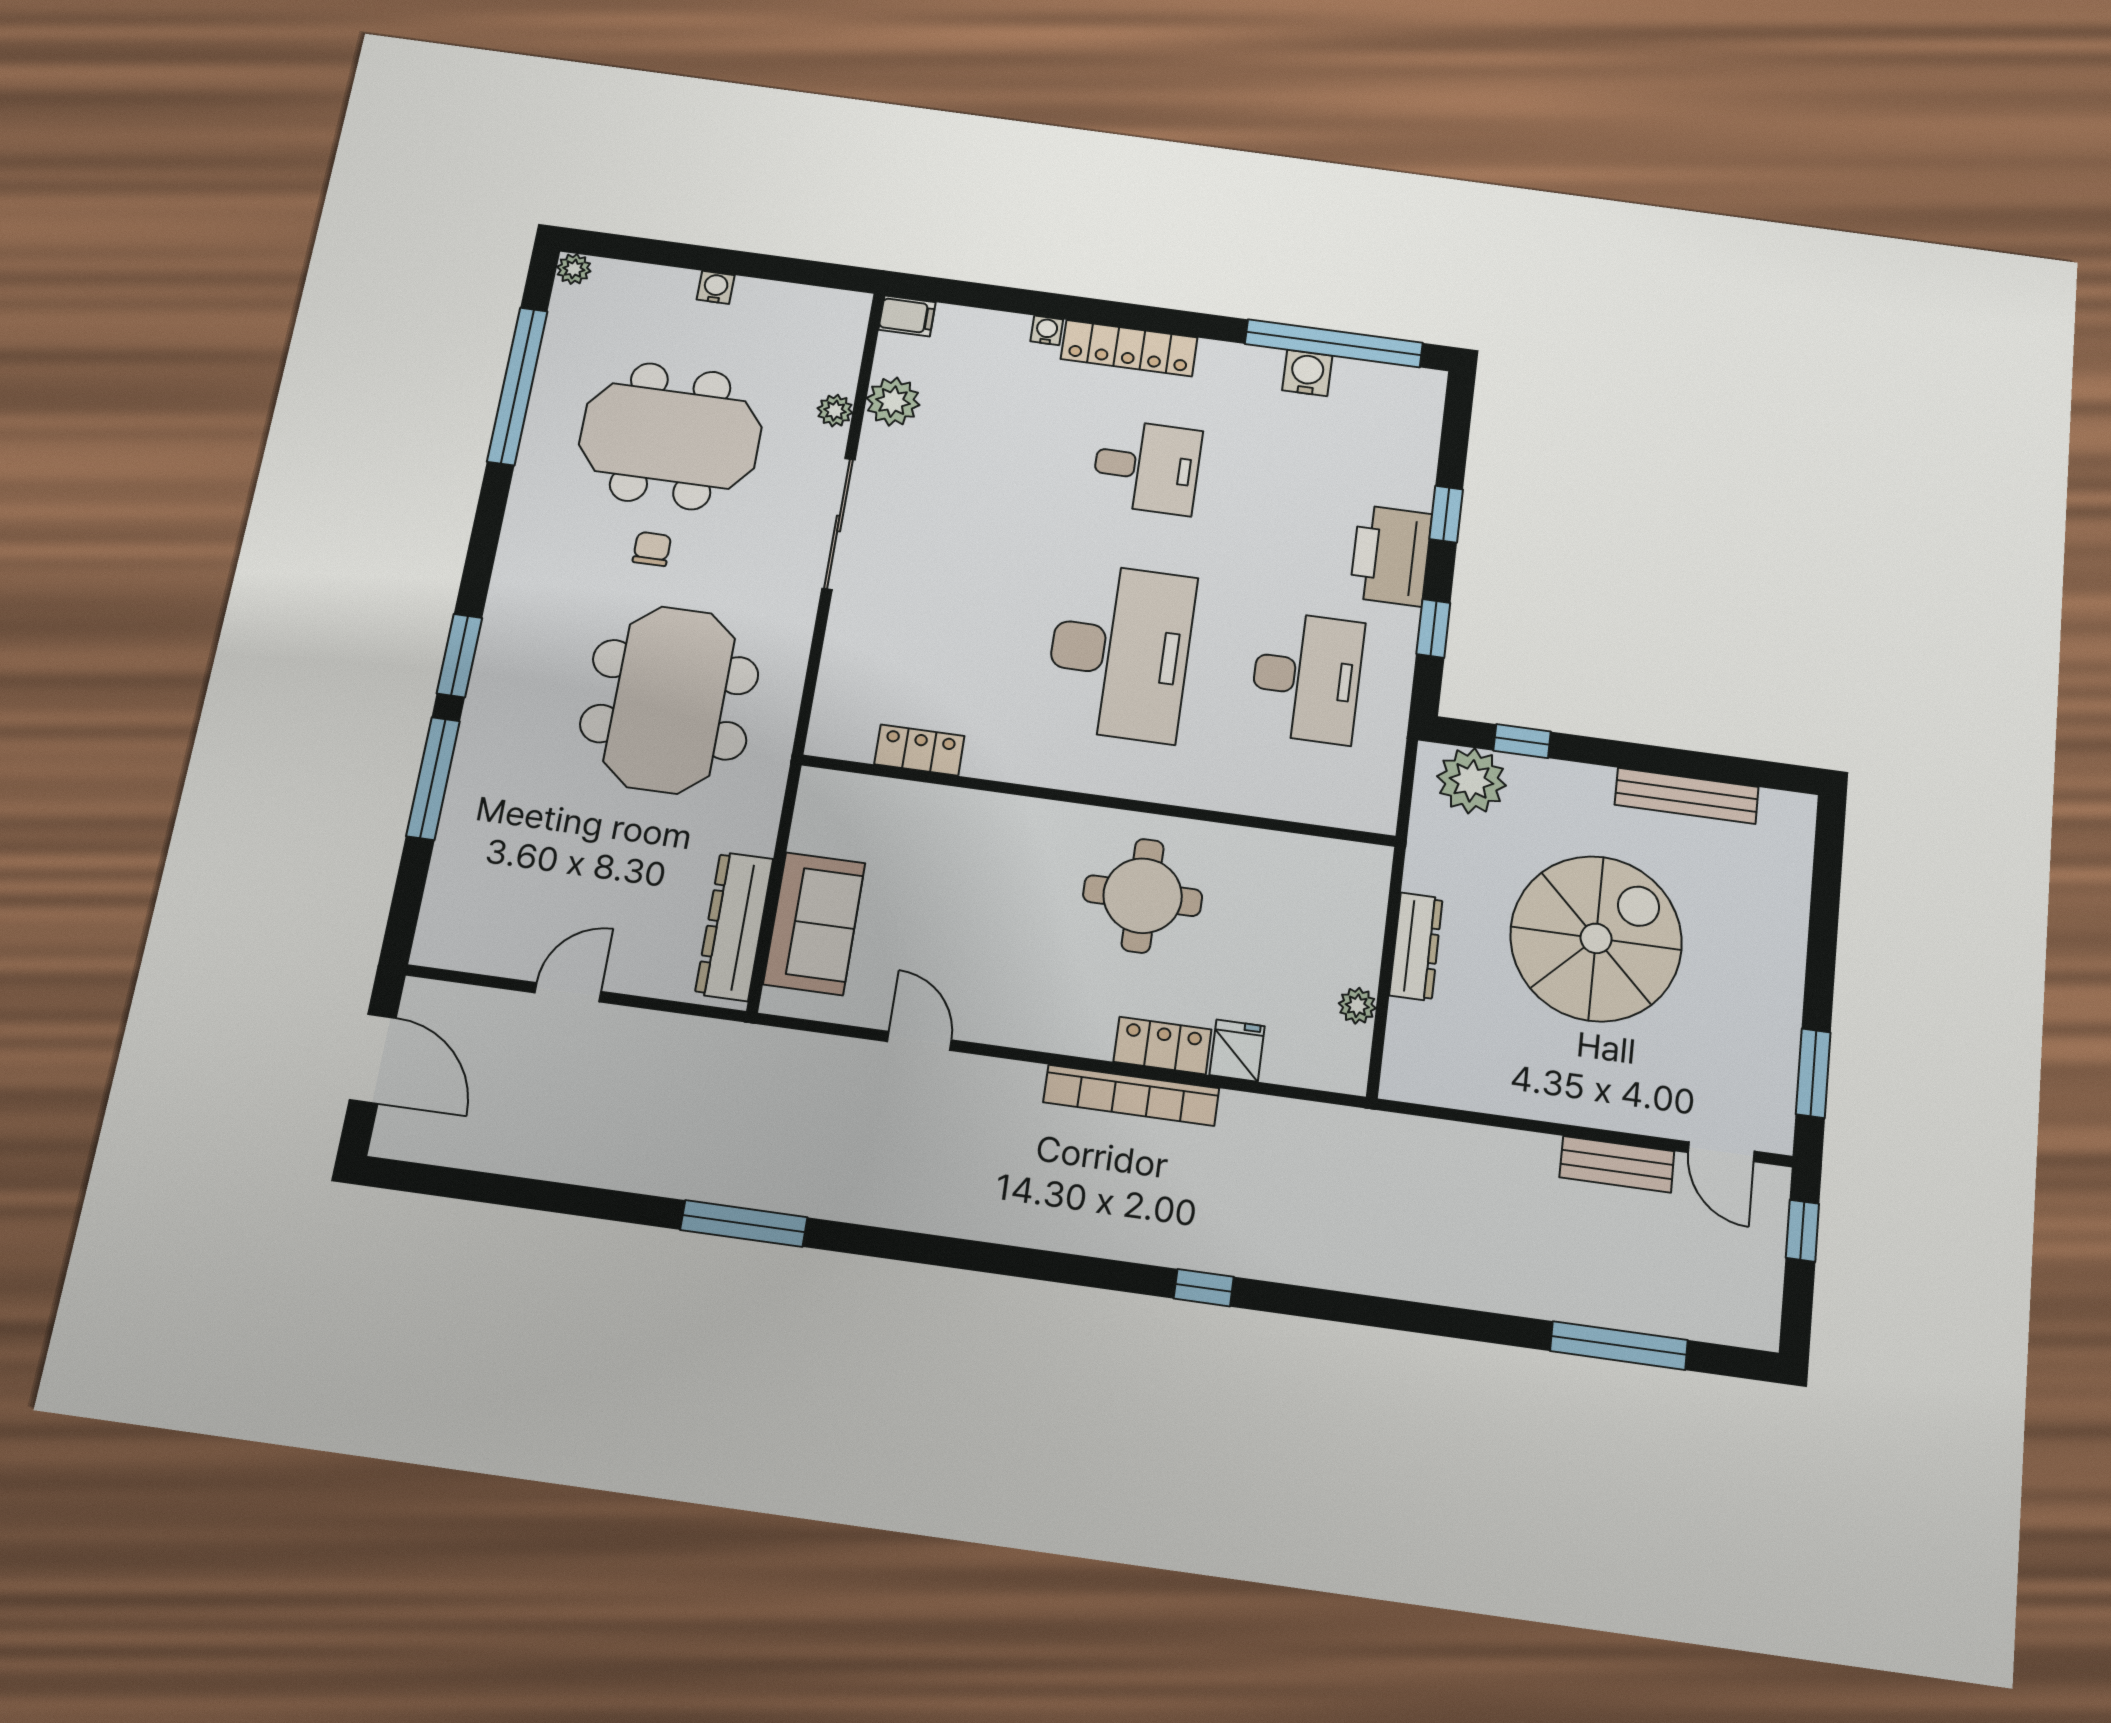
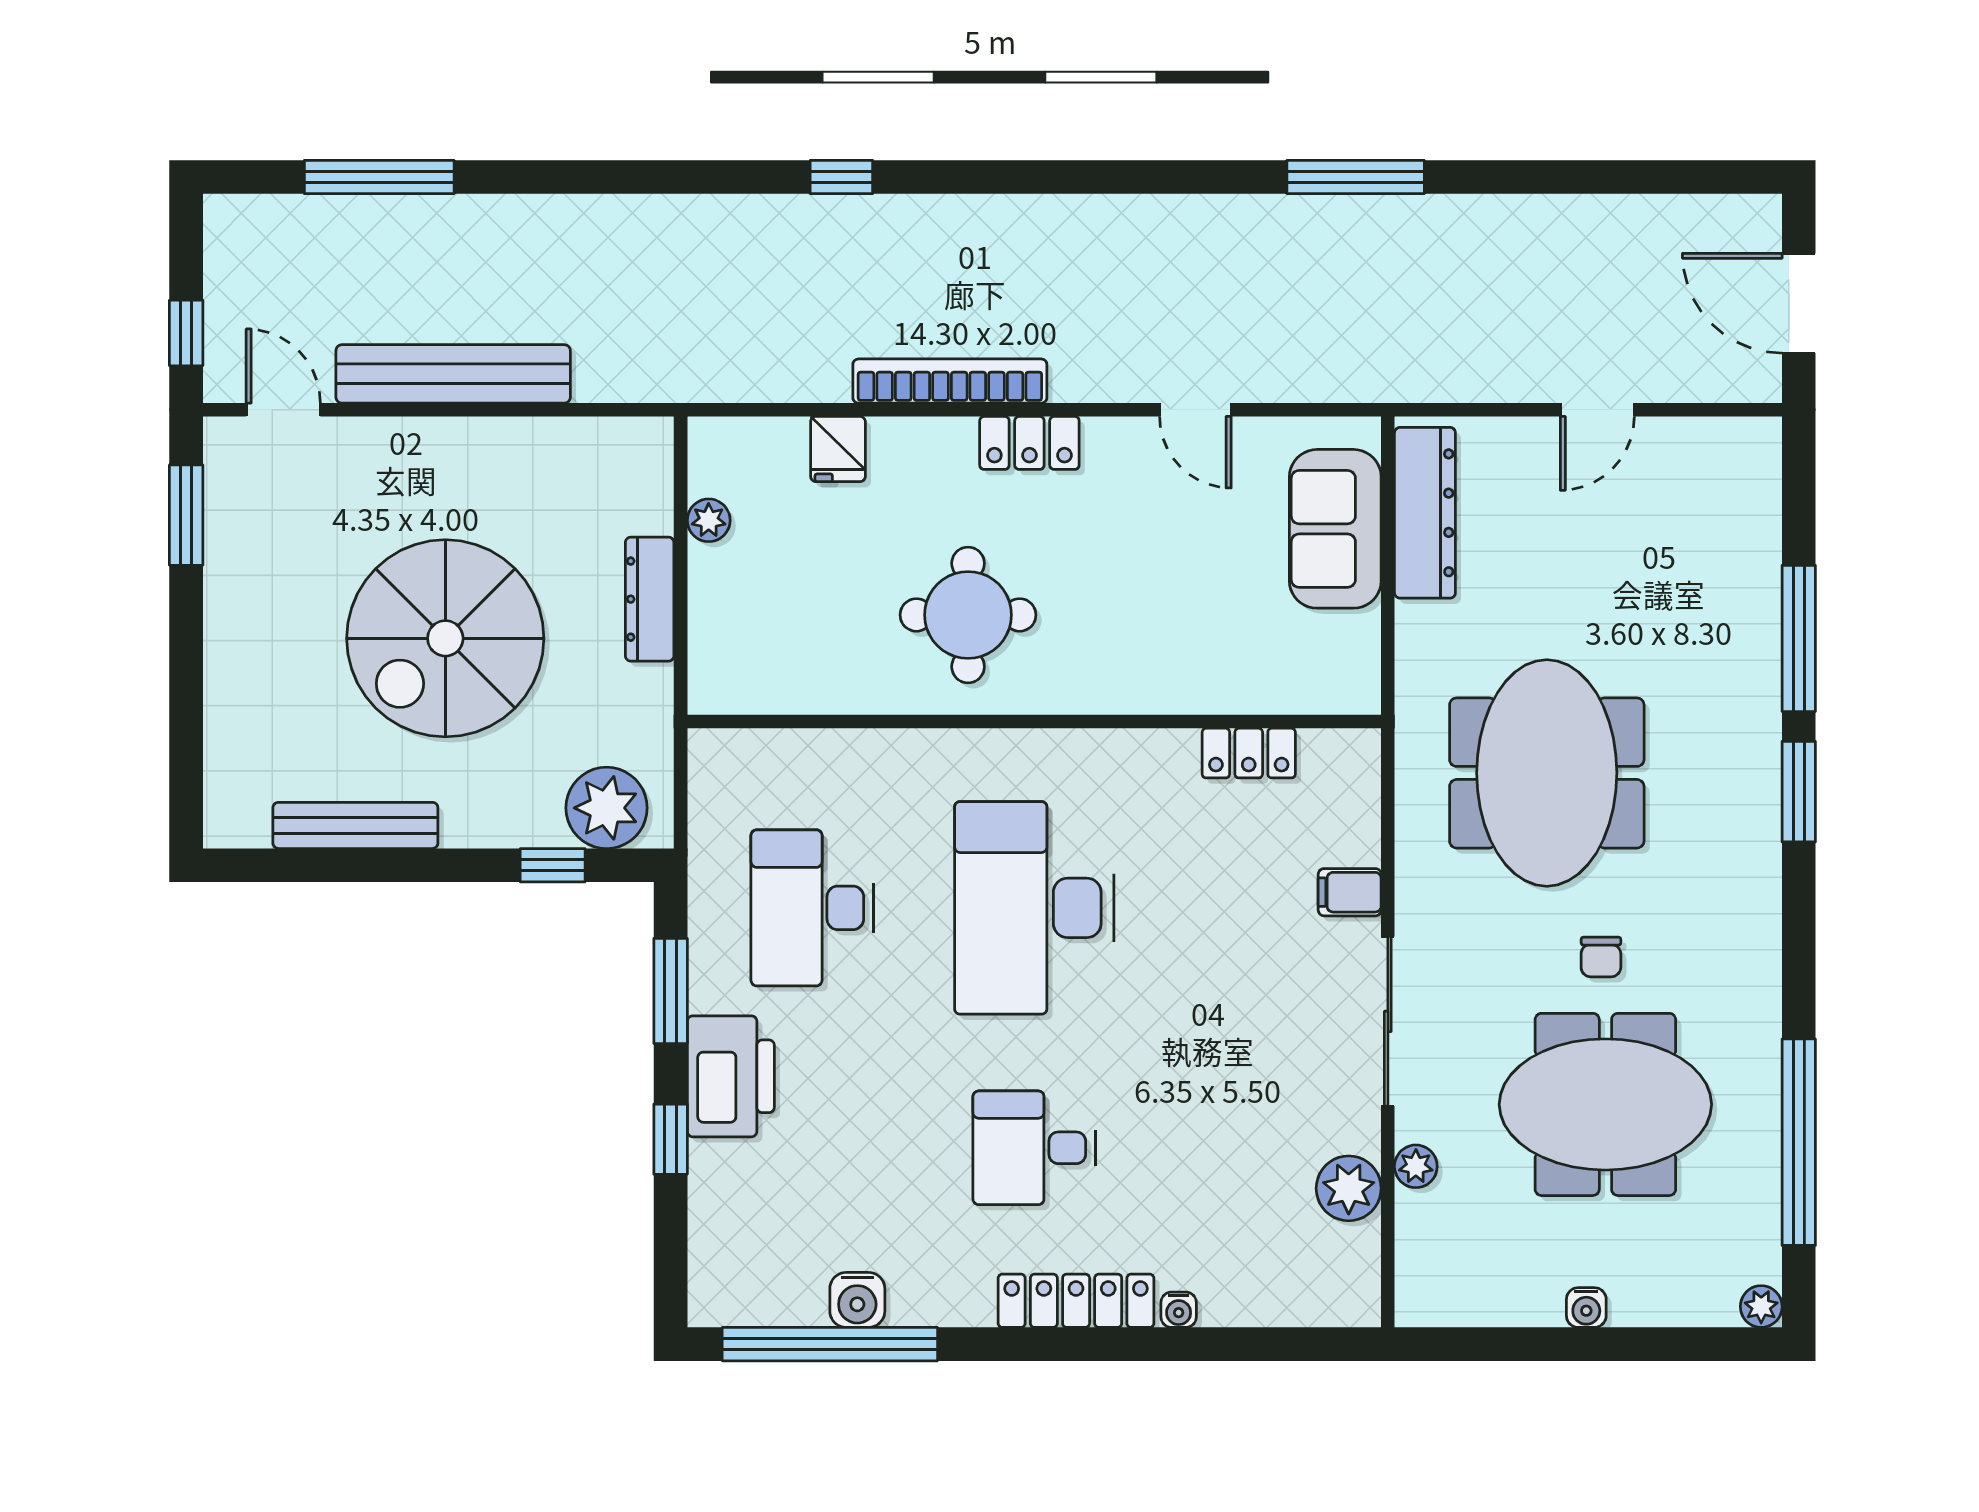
filing cabinet: (907, 316) -> (1350, 892), moved
window: (1433, 628) -> (671, 991), width x1.50
locker: (1163, 1046) -> (1029, 443), moved
bench: (1617, 1164) -> (453, 374), width x1.86, depth x1.21

